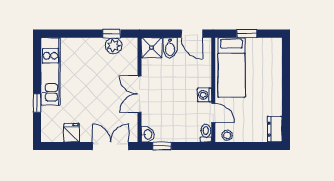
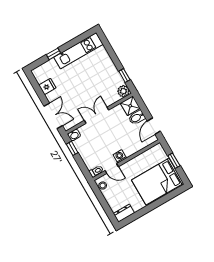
plant: (113, 46) -> (123, 91), moved
bed: (232, 67) -> (158, 182), moved, width x1.50
door: (213, 113) -> (112, 169), hinge flipped

